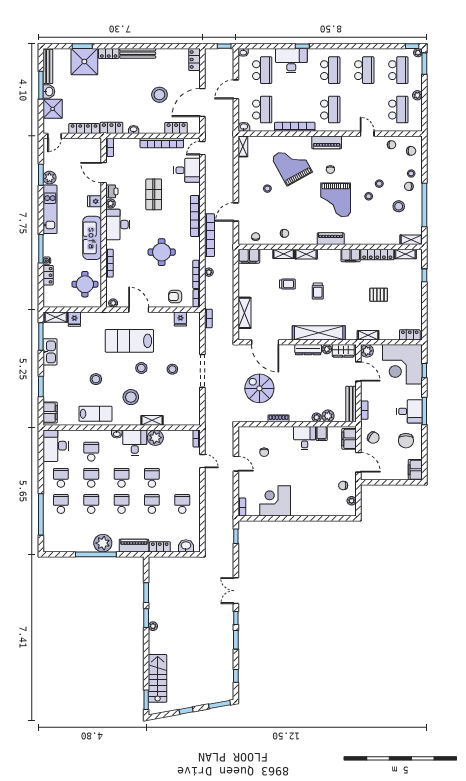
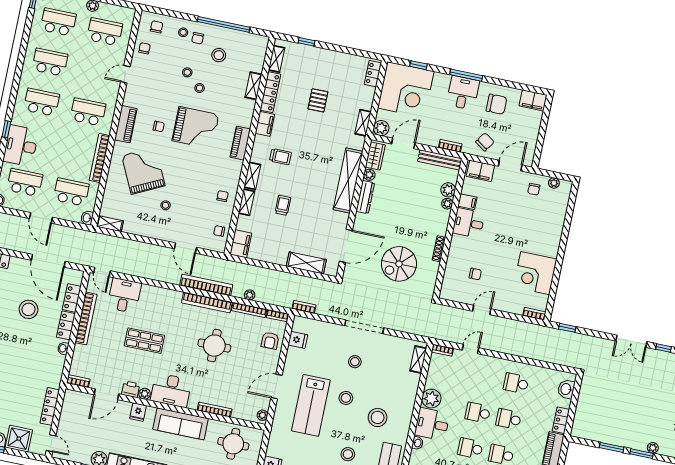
locker: (111, 128) -> (66, 325), moved
grand piano: (292, 165) -> (143, 171), turned 93
bookcase: (195, 216) -> (207, 302), moved
shelving: (411, 240) -> (253, 86), moved
trolley: (318, 291) -> (280, 157), moved
shelving: (152, 420) -> (418, 359), moved

